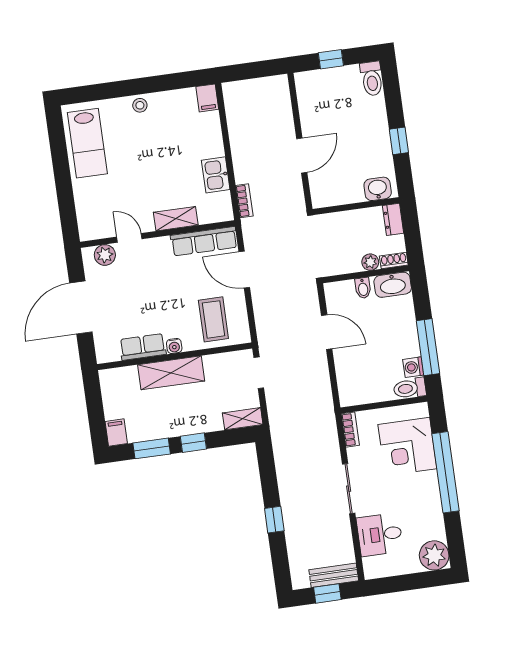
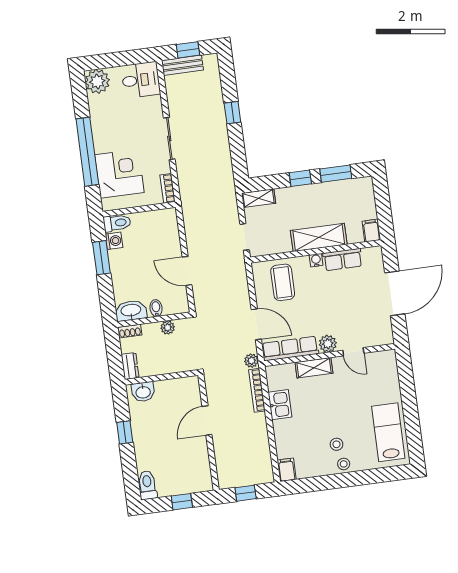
window: (256, 70) -> (246, 493), added
stool: (148, 128) -> (336, 444), added
bookcase: (244, 201) -> (257, 390), width x1.56
plant: (250, 227) -> (251, 361), added
plant: (105, 255) -> (328, 344), moved
plant: (370, 262) -> (168, 328), moved
window: (428, 347) -> (101, 258), width x0.69
filing cabinet: (116, 433) -> (371, 231), moved, turned 180
desk: (380, 535) -> (141, 80), moved

